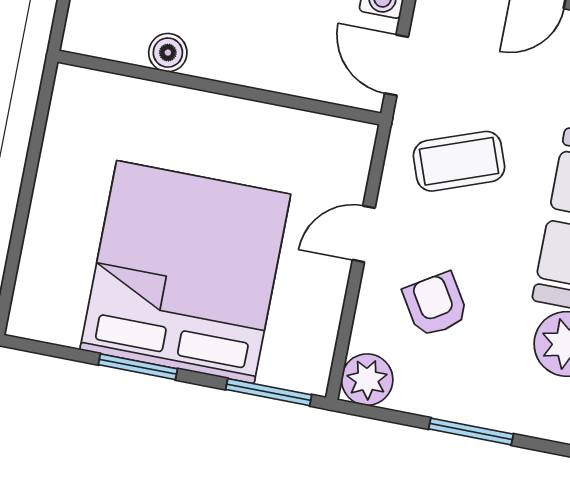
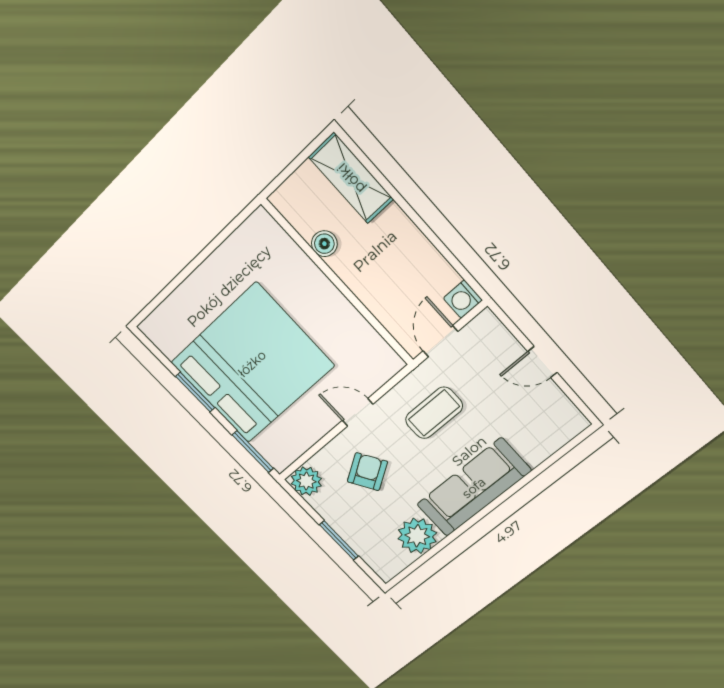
coffee table: (459, 161) -> (434, 413), turned -70

